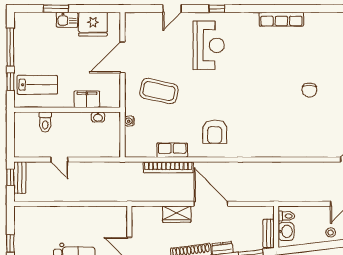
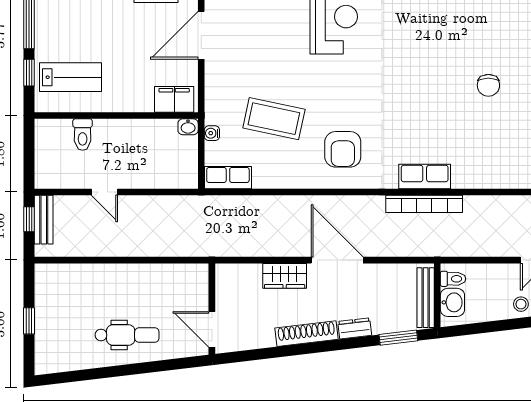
coffee table: (159, 91) -> (274, 119), moved
filing cabinet: (87, 99) -> (174, 99), moved
washbasin: (98, 117) -> (188, 127), moved
row of seats: (268, 149) -> (425, 177), added
row of seats: (172, 150) -> (228, 178), moved
bookcase: (168, 167) -> (424, 204), moved
bench: (269, 233) -> (426, 298), width x1.36

